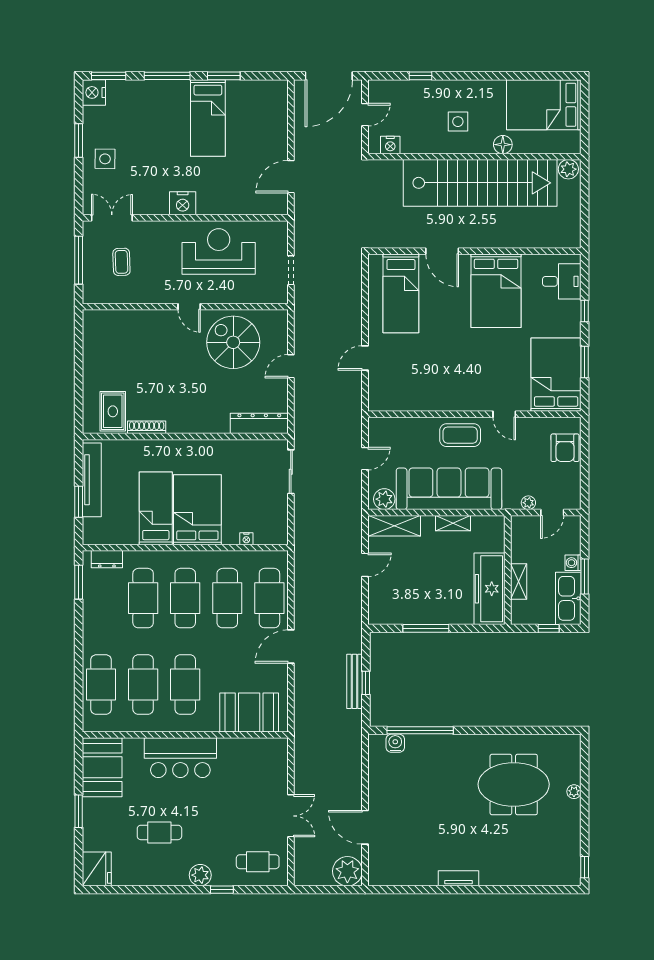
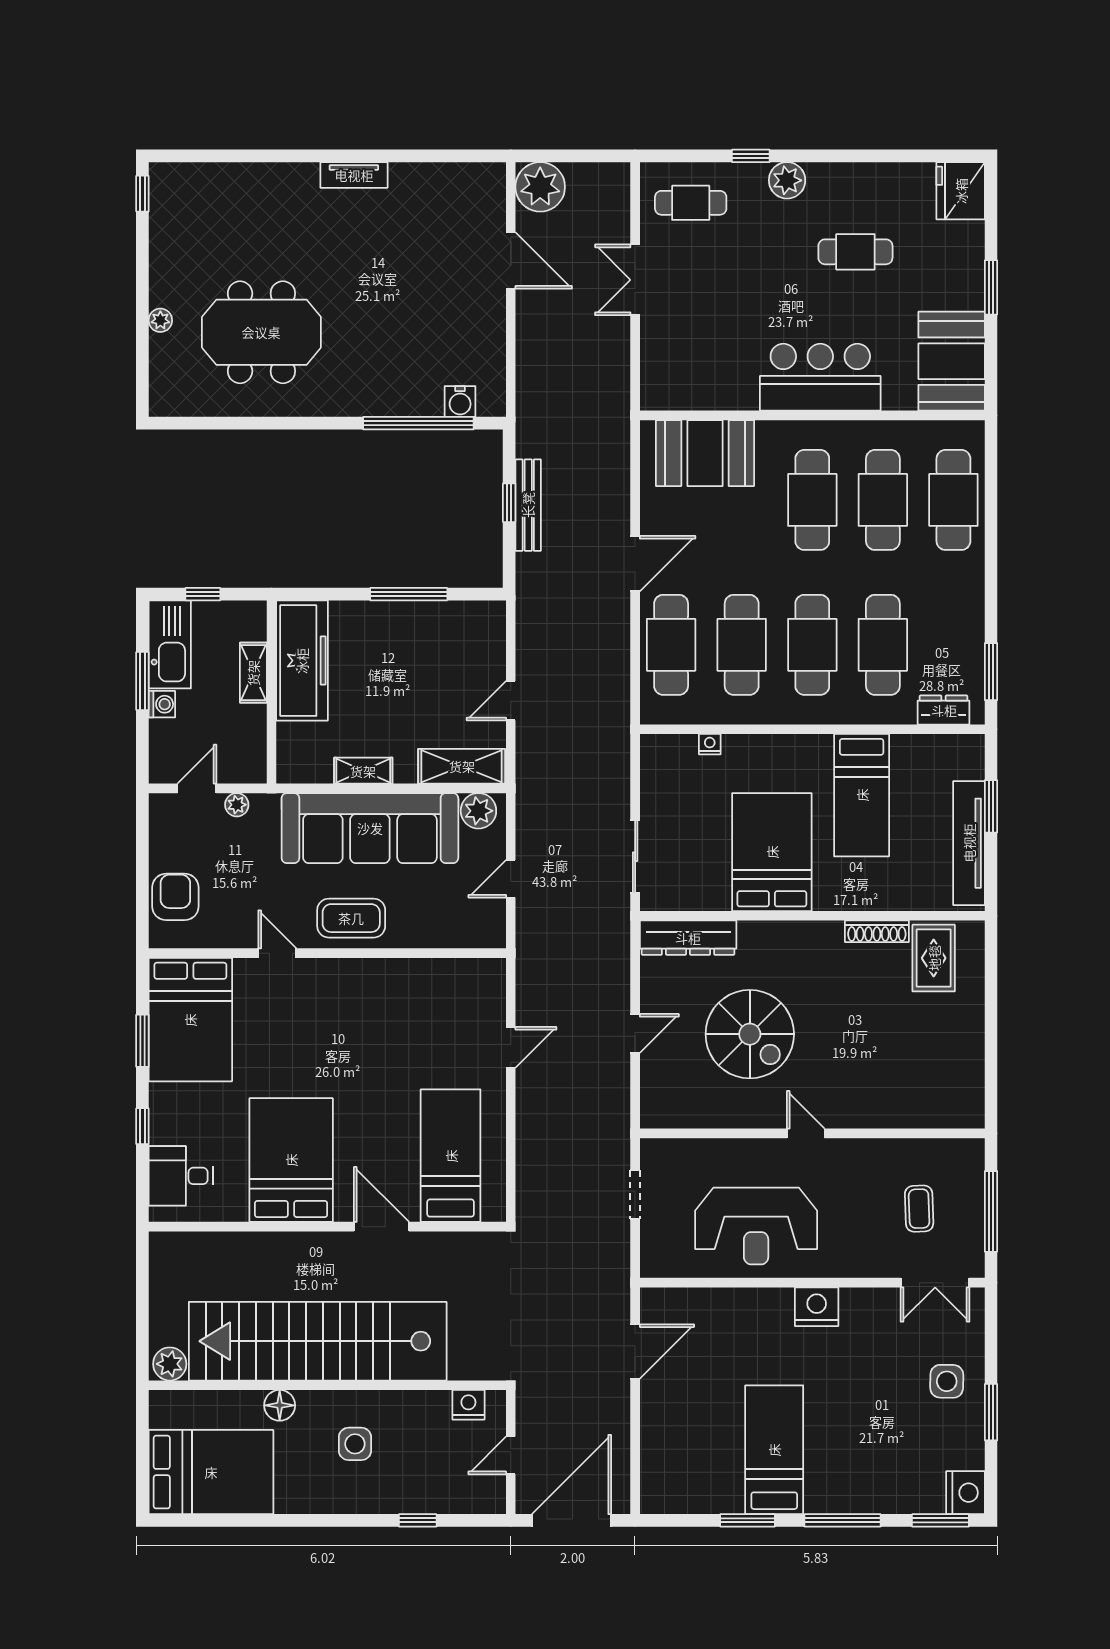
spiral stairs: (233, 342) -> (750, 1034), moved
bed: (197, 510) -> (772, 852), moved, turned 180

